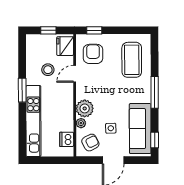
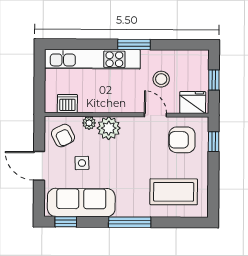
armchair: (93, 54) -> (182, 140), turned 180

